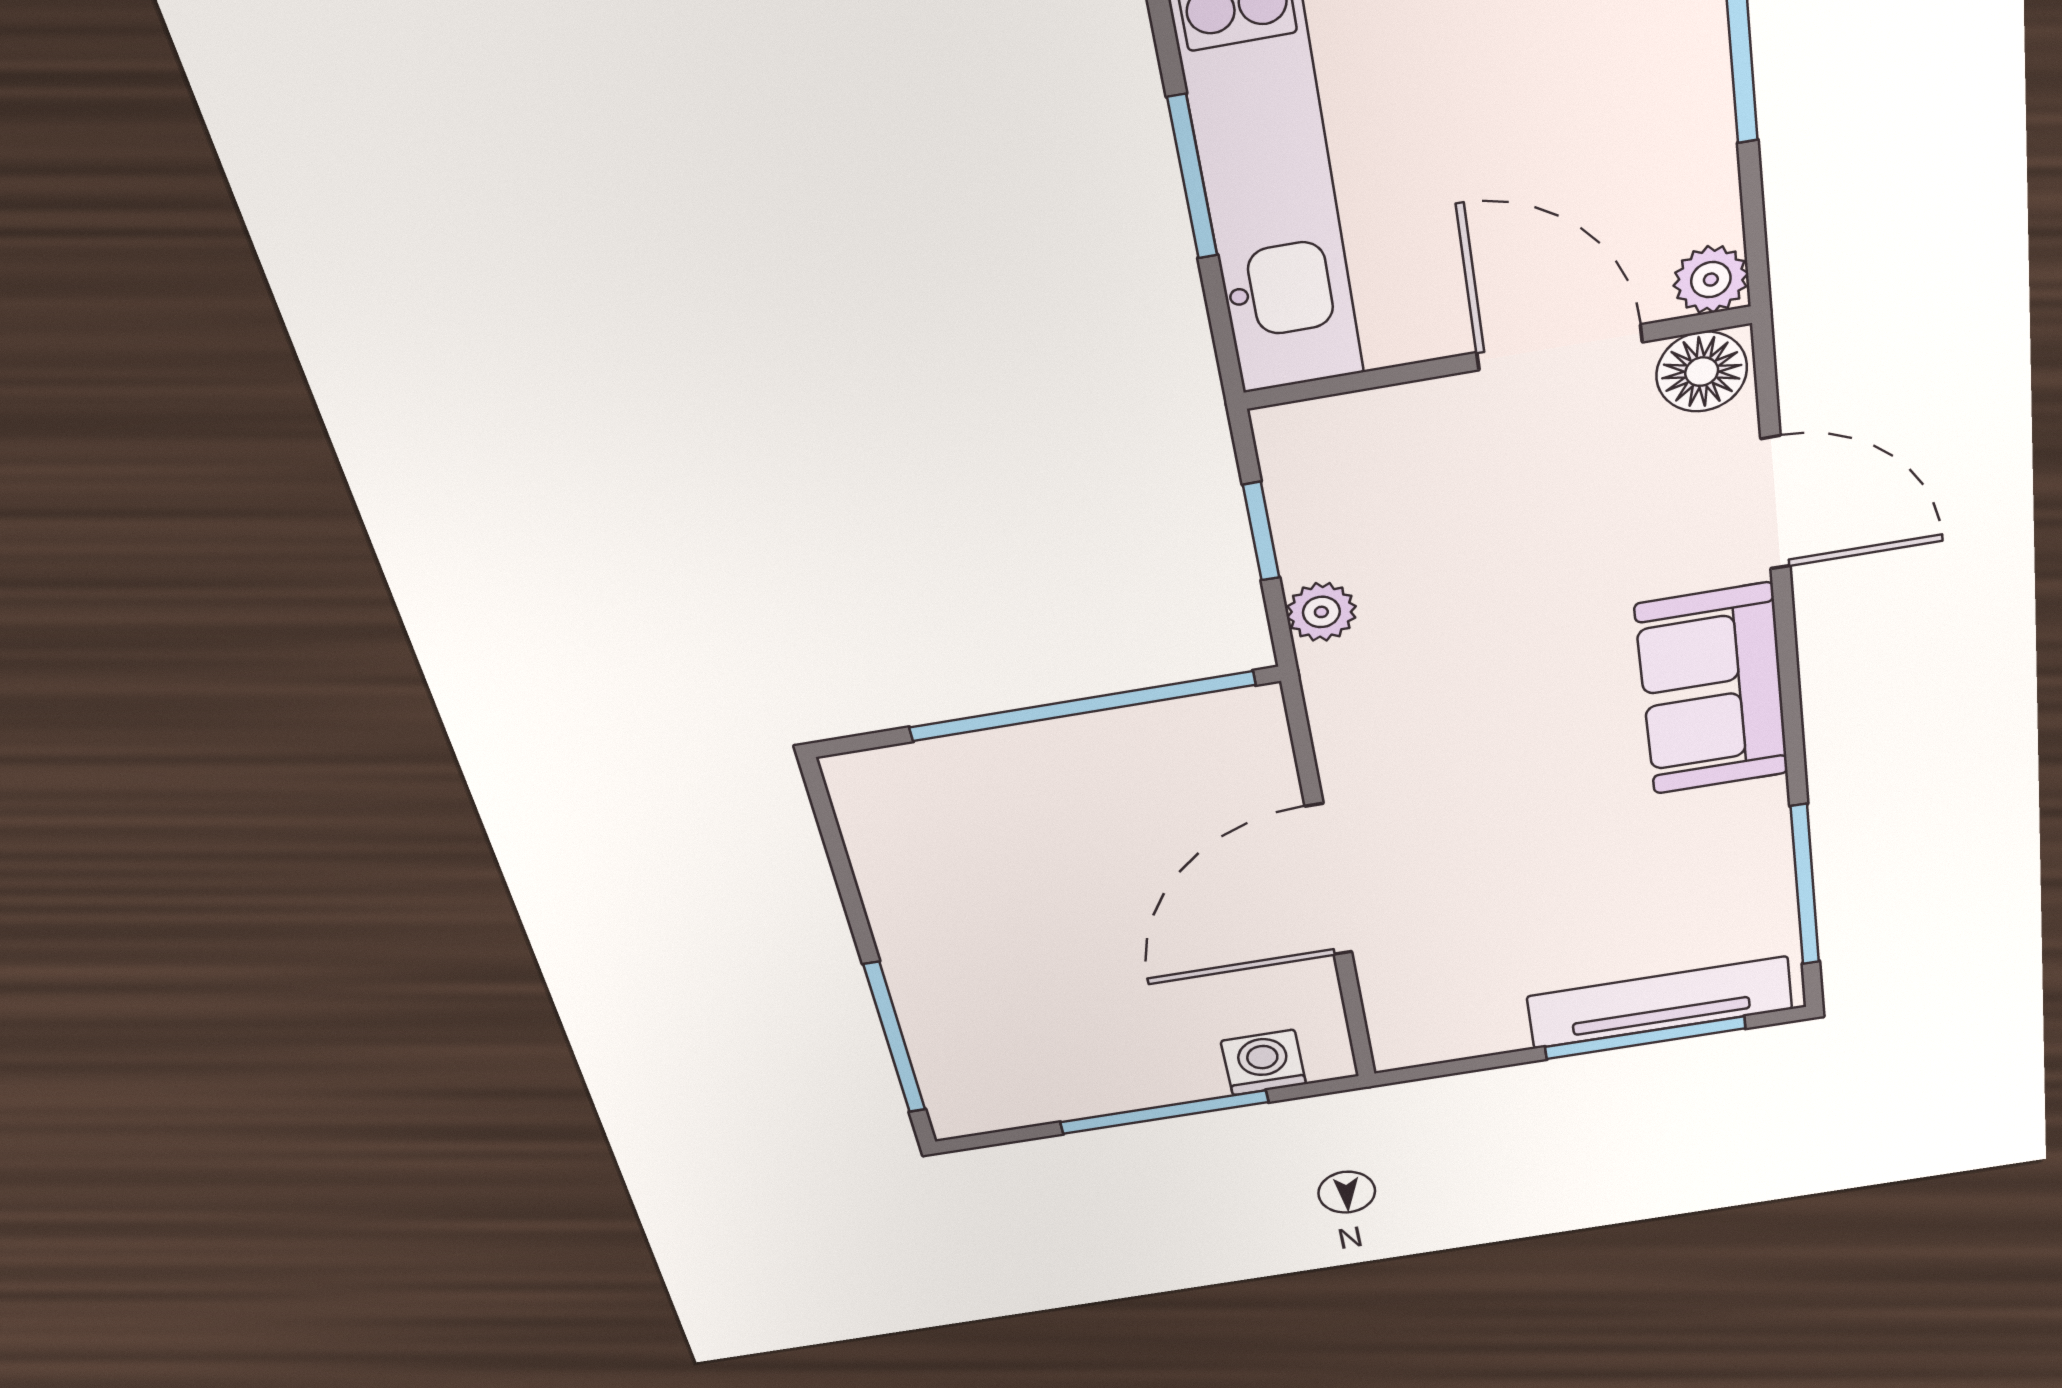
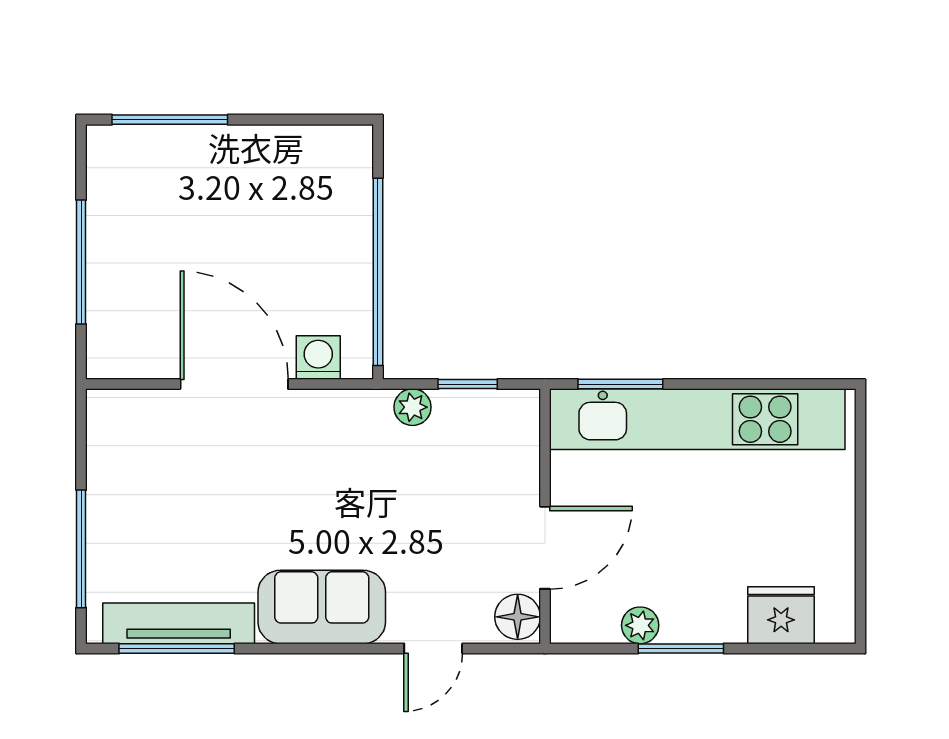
window: (1192, 177) -> (620, 384), moved
plant: (1711, 280) -> (640, 625), moved
door: (1776, 503) -> (433, 648), width x0.73
tv unit: (1660, 1003) -> (179, 623), moved, turned -90
washing machine: (1264, 1063) -> (318, 358), moved, turned -90

